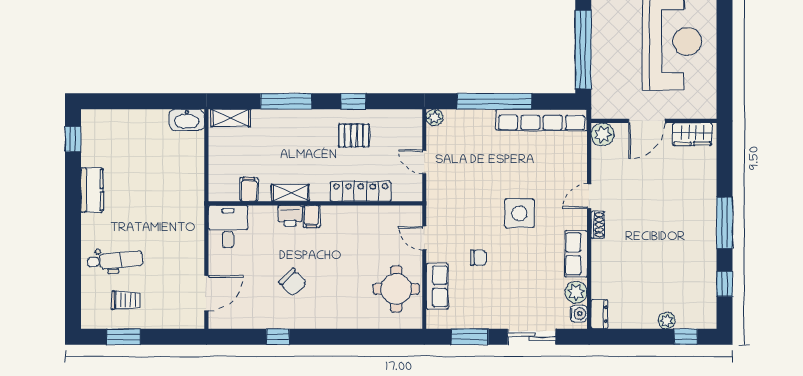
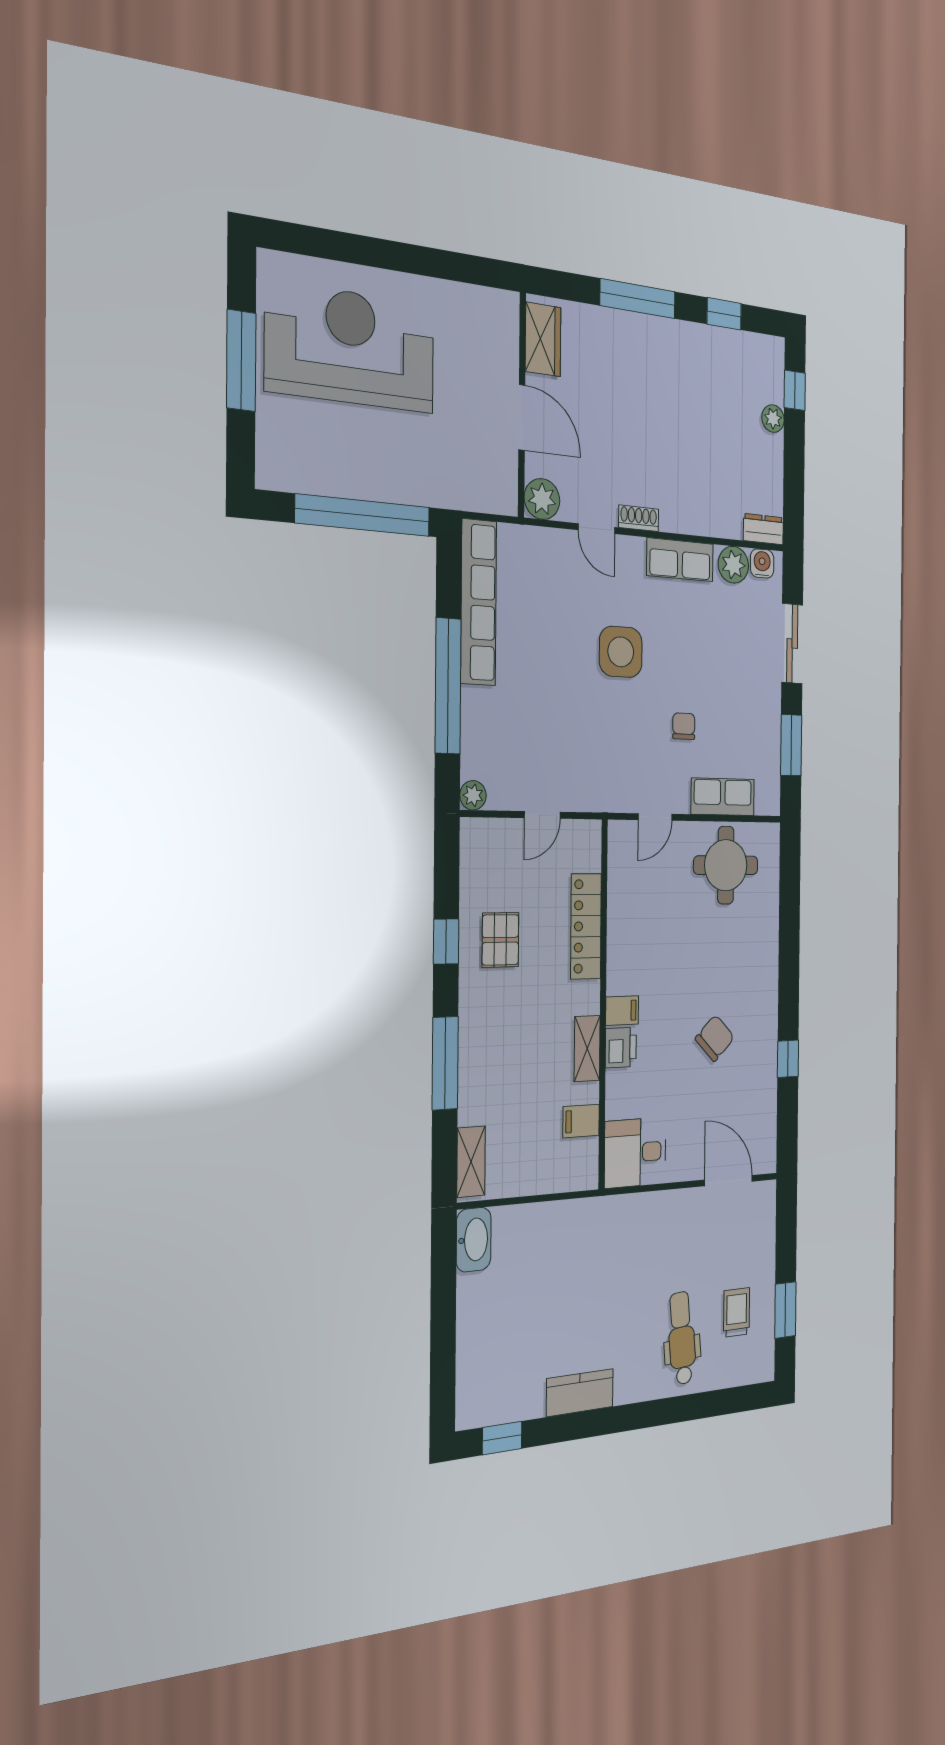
door: (647, 121) -> (522, 417), moved
wall: (654, 121) -> (522, 405), moved
plant: (603, 134) -> (542, 499), moved
wardrobe: (692, 134) -> (543, 339), moved

